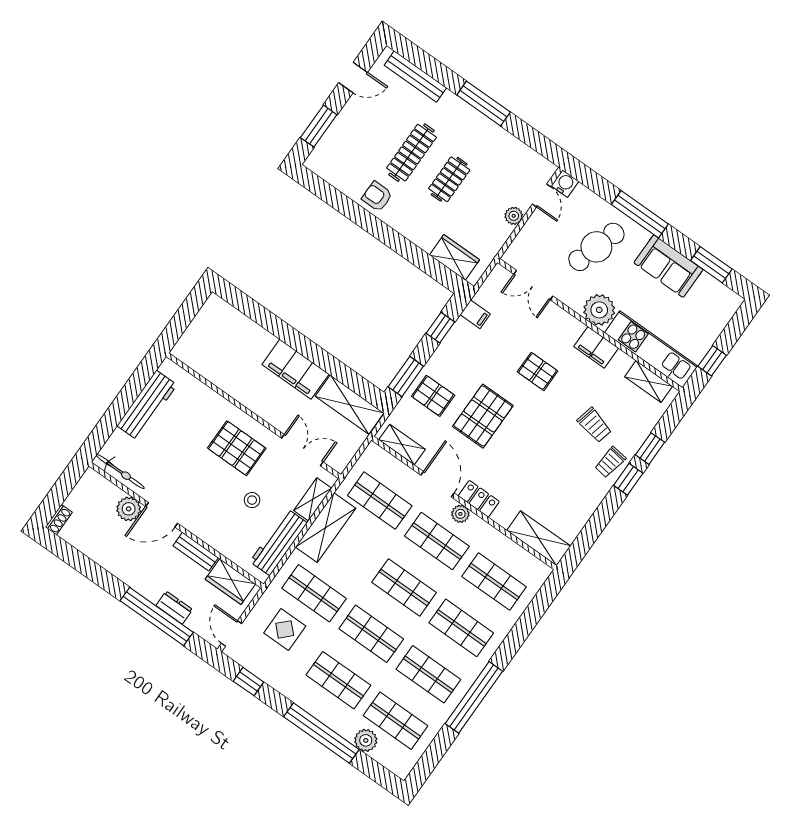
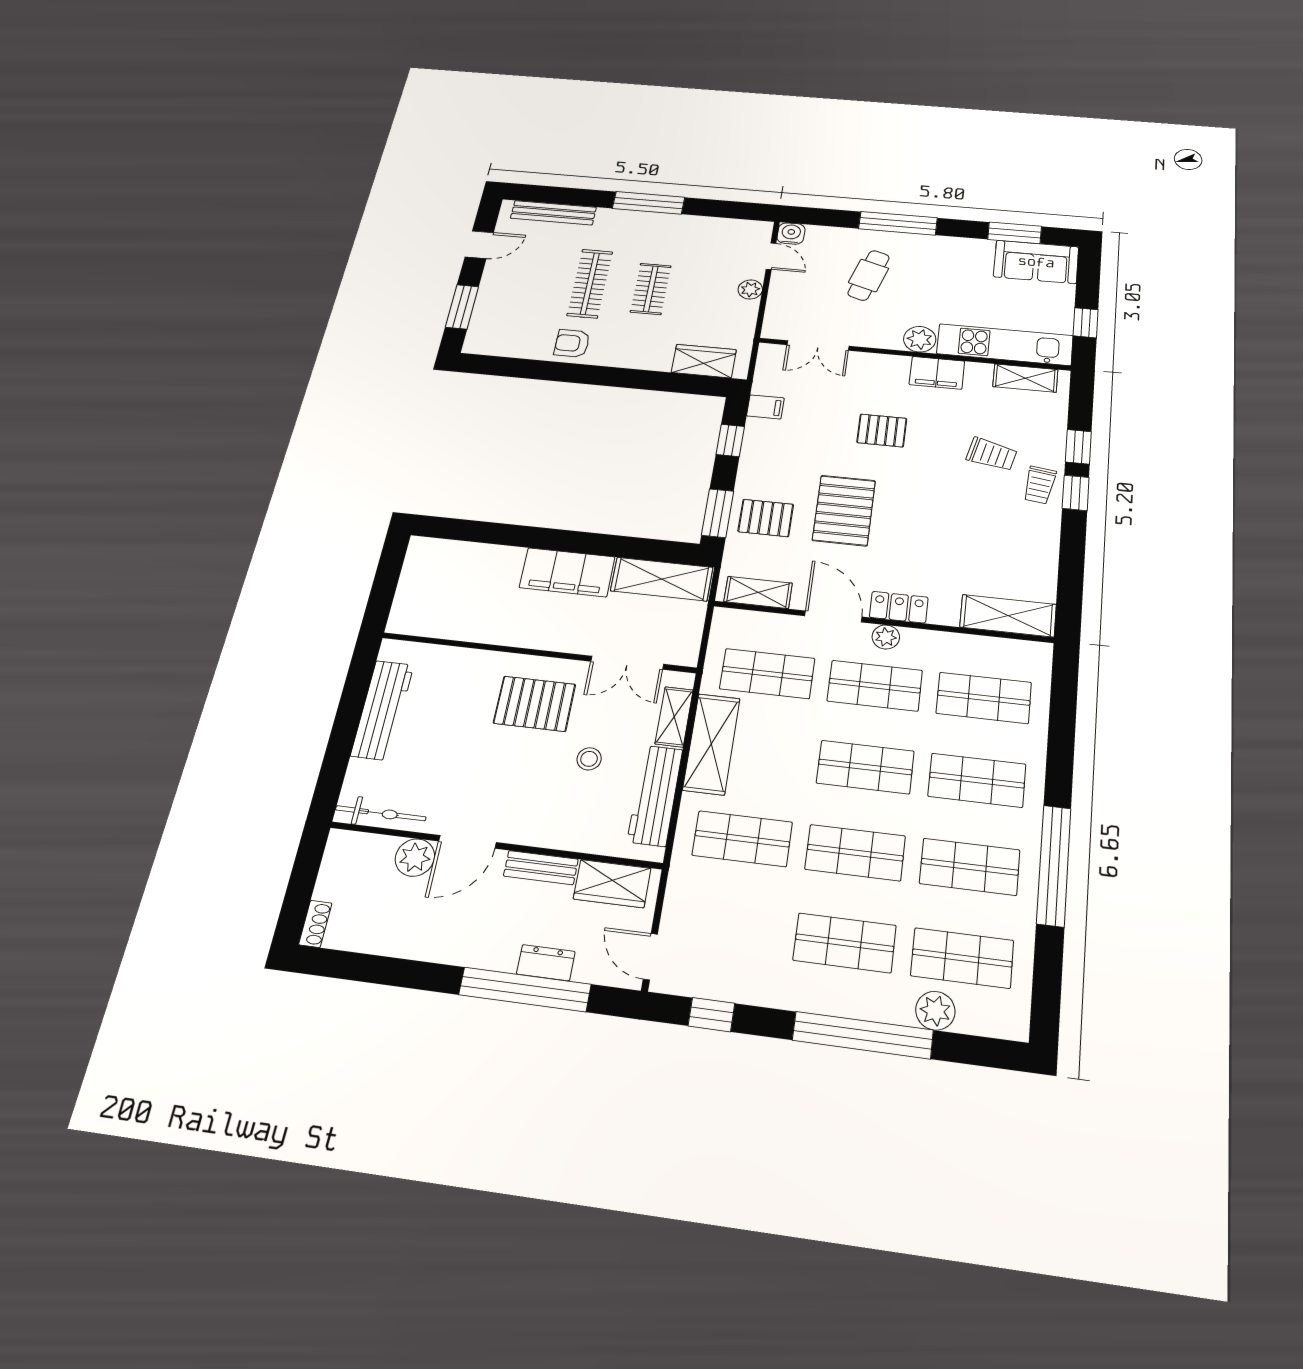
cafe table: (596, 247) -> (869, 275), width x0.73, depth x0.74
sofa: (668, 266) -> (1036, 262), moved
plant: (599, 310) -> (920, 339), width x0.73, depth x0.73
double door: (302, 450) -> (627, 663), swing flipped
display table: (285, 629) -> (726, 911), removed

